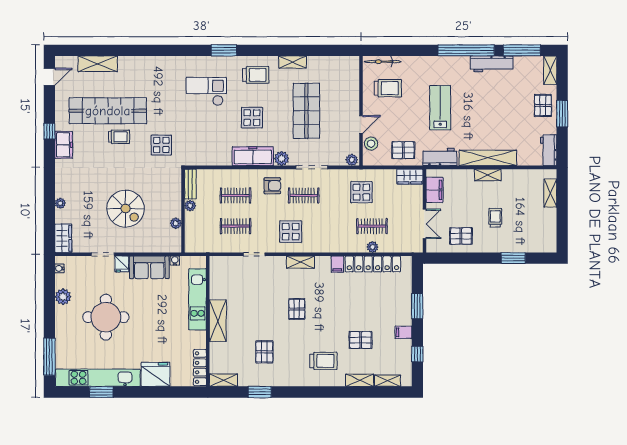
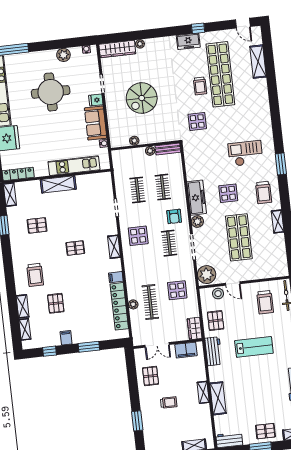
checkout: (206, 91) -> (245, 153), turned -90
shop shelf: (306, 111) -> (239, 237), turned 90
shelving: (488, 158) -> (218, 398), width x0.68
plant: (352, 160) -> (207, 275), width x1.87, depth x1.87
clothes rail: (372, 226) -> (150, 302), width x1.36
wardrobe: (63, 238) -> (117, 49), width x1.50

